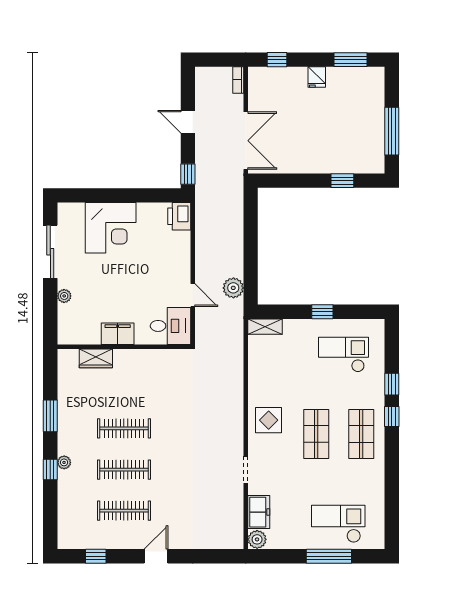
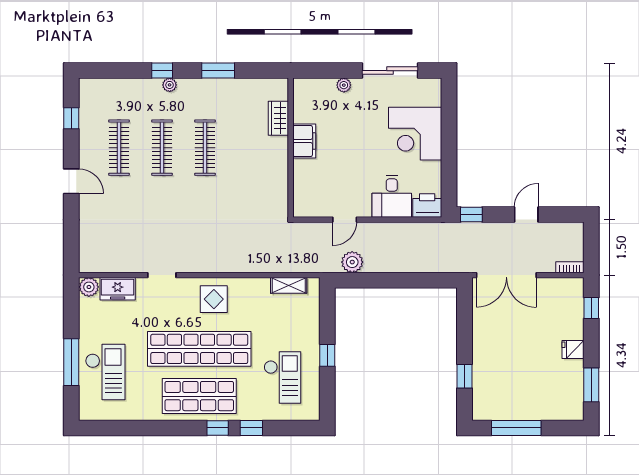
desk: (171, 326) -> (392, 196), moved
shelving: (265, 327) -> (289, 285), moved, turned 90
shop shelf: (316, 434) -> (199, 349), width x2.00, depth x1.36
shop shelf: (361, 434) -> (199, 396), width x1.43, depth x1.36

